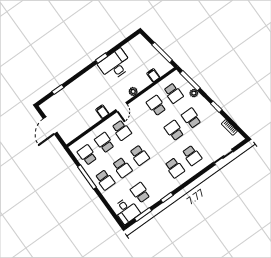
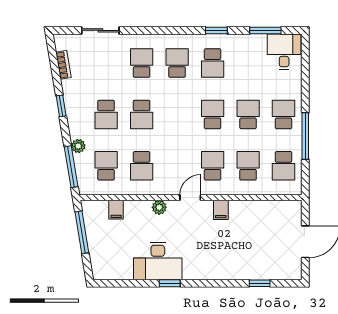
school desk: (104, 143) -> (248, 166), turned 180
school desk: (140, 193) -> (213, 63), moved

